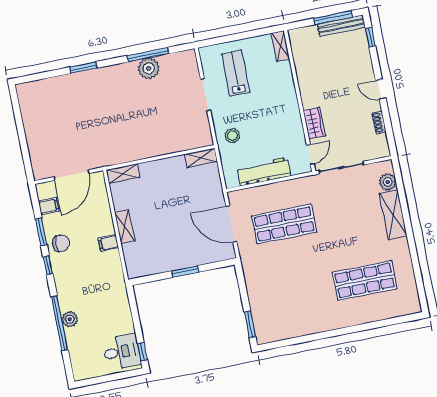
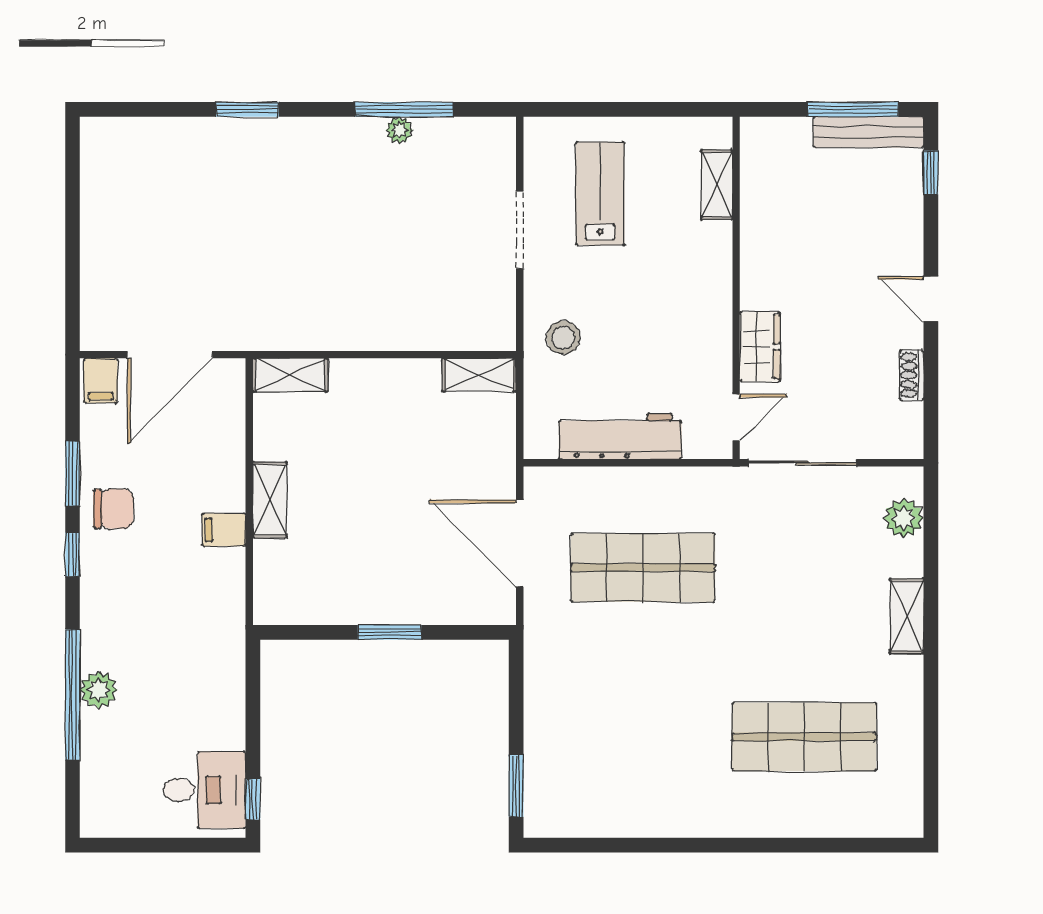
shelving: (280, 46) -> (717, 185), moved
plant: (149, 68) -> (399, 130), width x0.53, depth x0.53
filing cabinet: (49, 206) -> (101, 381), moved, turned 90
shelving: (393, 215) -> (907, 616), width x0.67, depth x0.75

